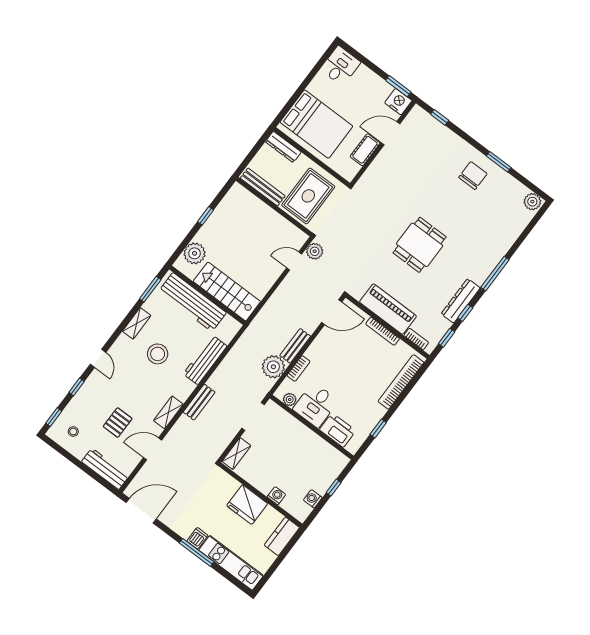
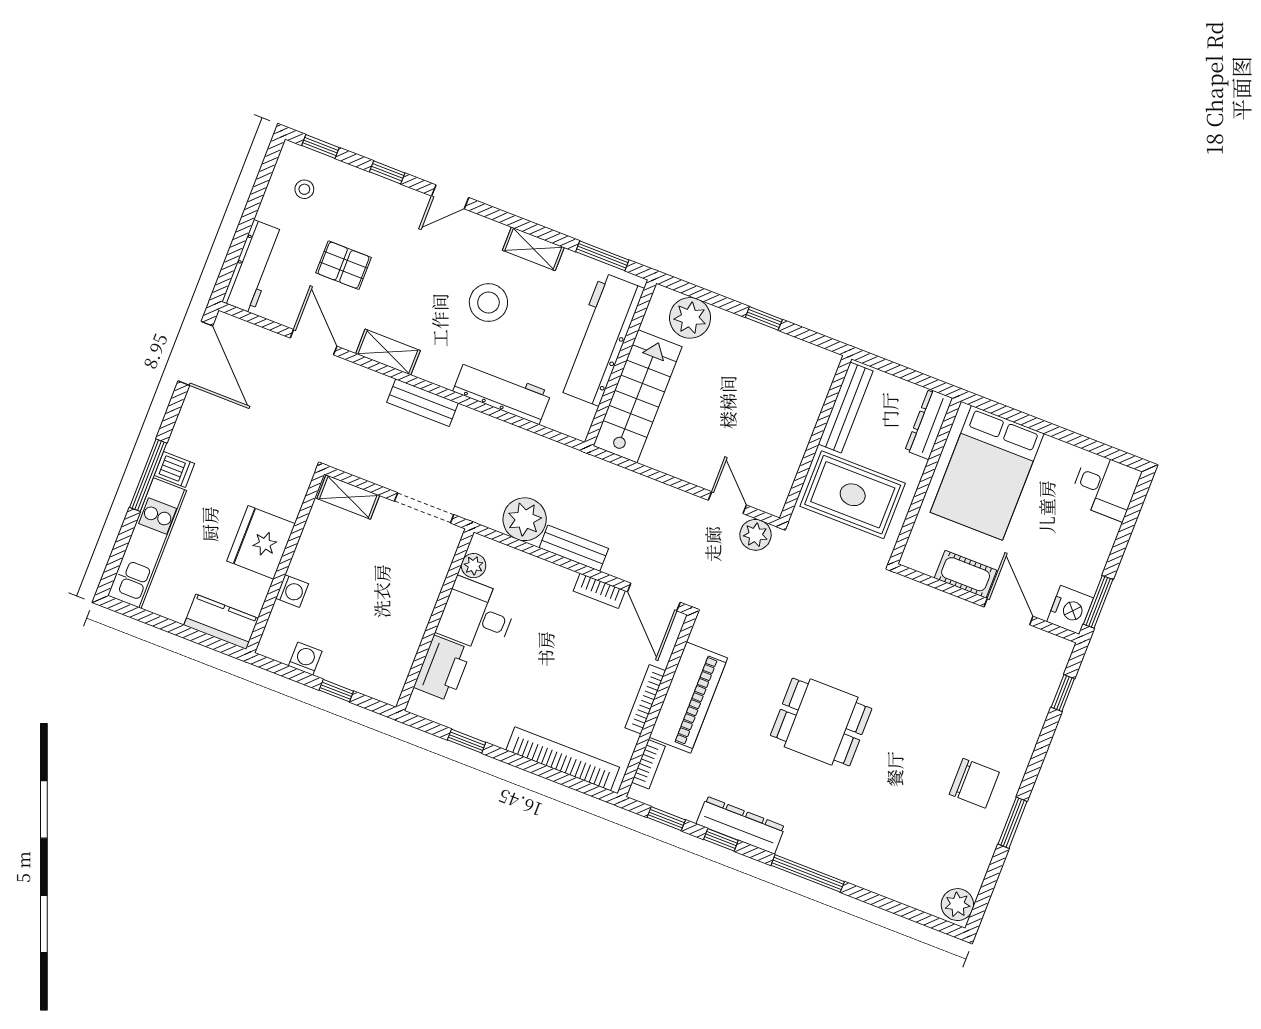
bookcase: (298, 369) -> (599, 591), moved

